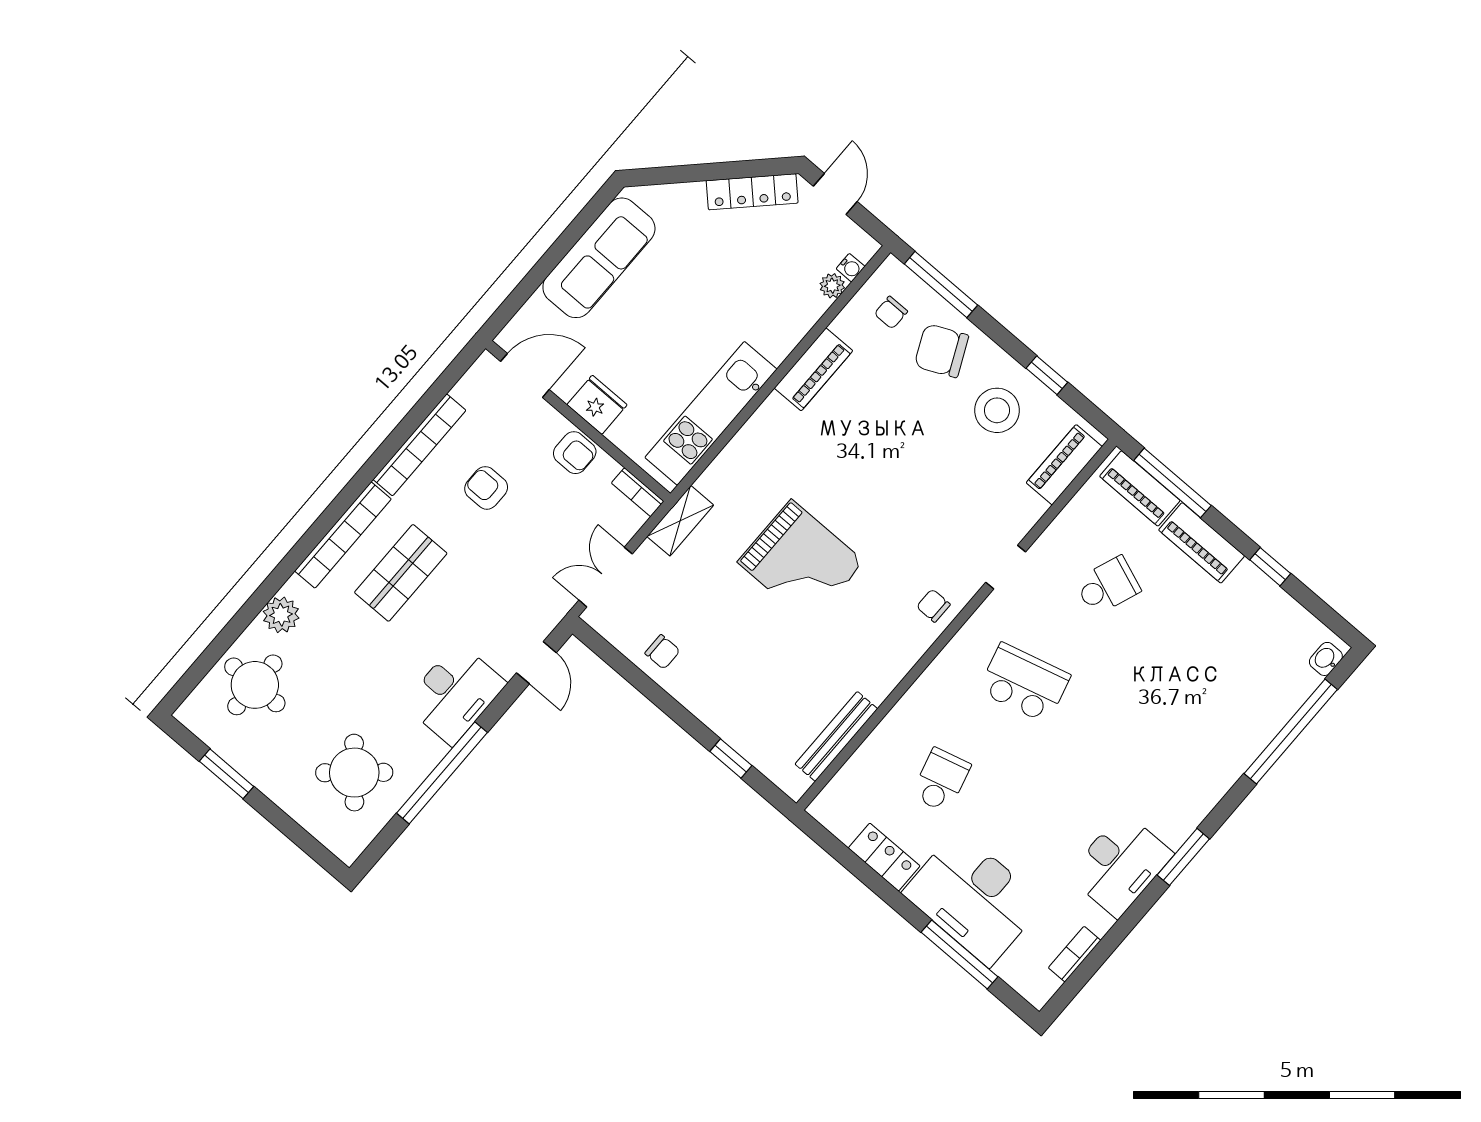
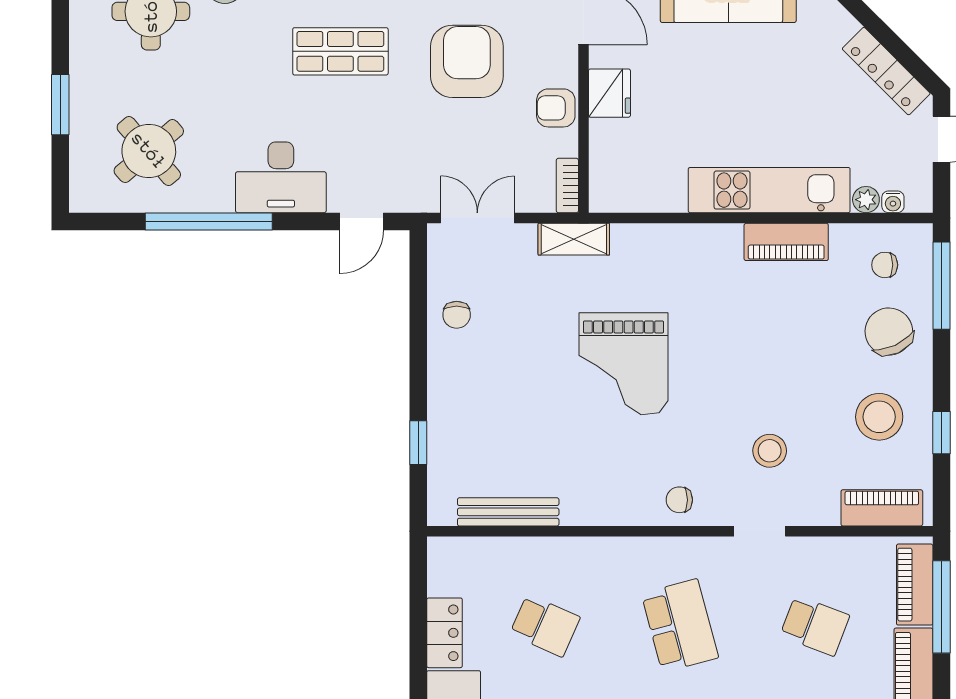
kitchen unit: (711, 413) -> (769, 190), moved
armchair: (575, 453) -> (556, 108), turned 90
armchair: (486, 488) -> (467, 61), width x1.88, depth x1.88
stool: (954, 510) -> (770, 451), added
chair: (933, 606) -> (679, 500), turned -90
window: (227, 774) -> (60, 105), moved
school desk: (941, 780) -> (545, 626), turned 39

